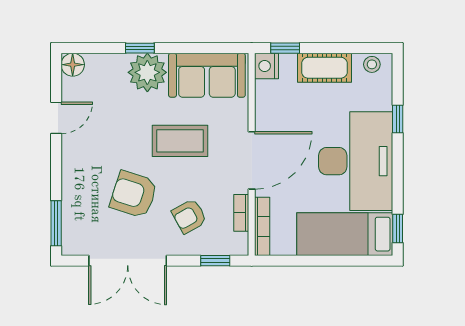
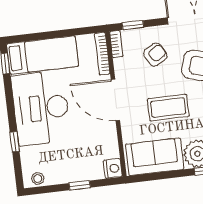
window: (285, 48) -> (80, 185), moved
cot: (324, 68) -> (71, 172), removed
door: (252, 160) -> (115, 100), hinge flipped
bookcase: (241, 213) -> (116, 44), moved

